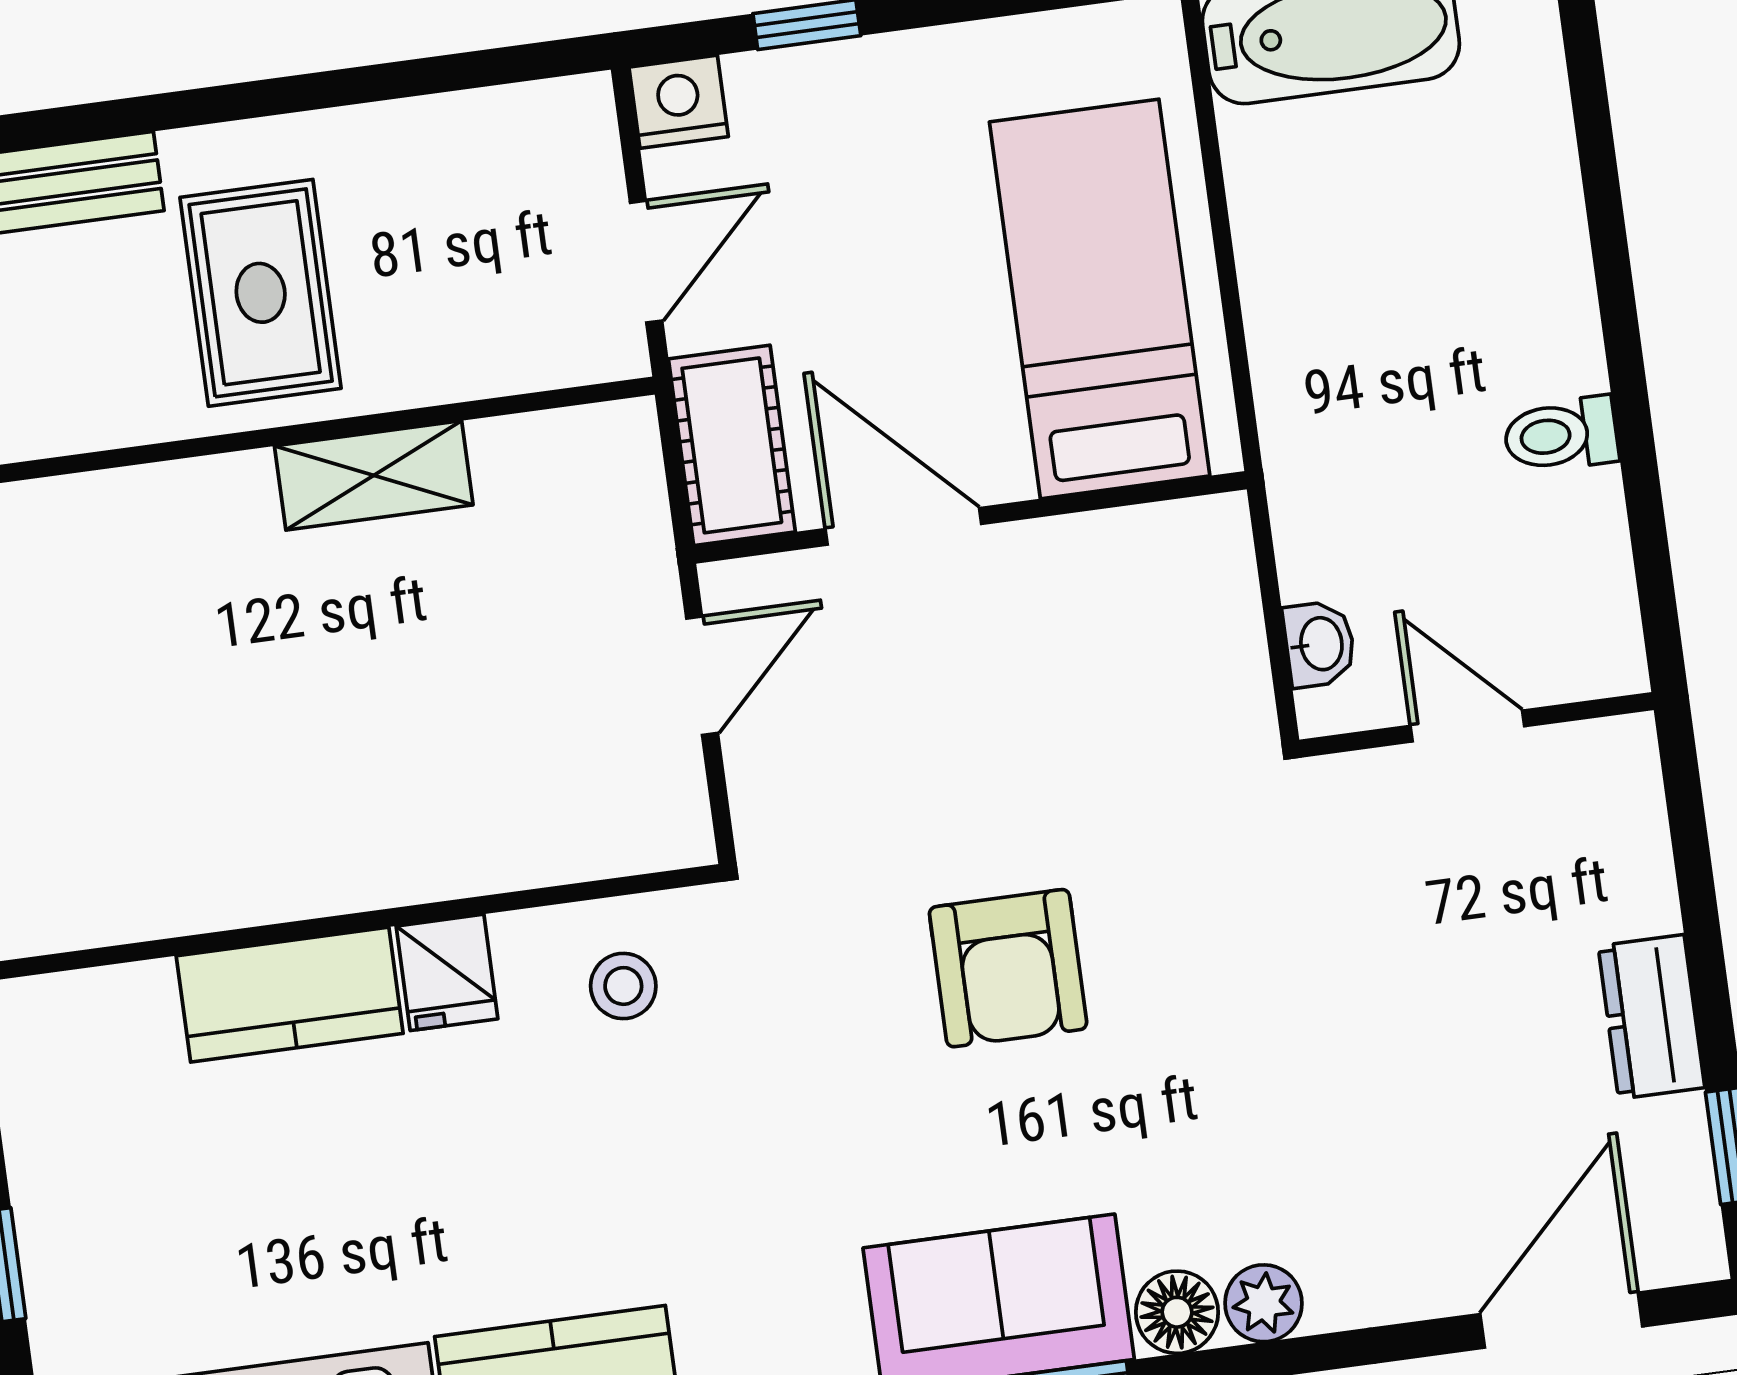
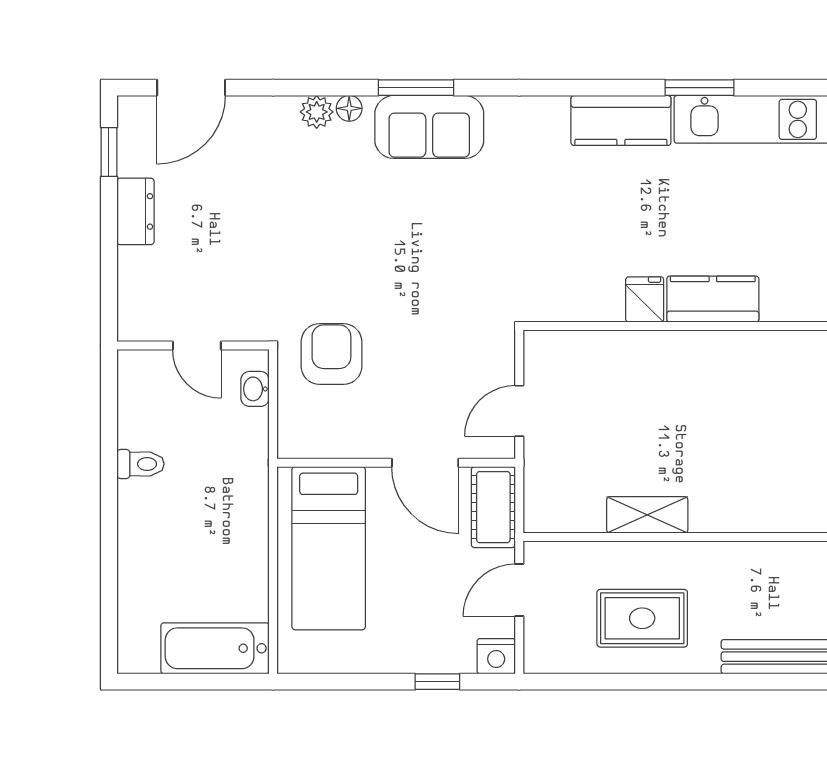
rug: (261, 293) -> (642, 618), moved, turned 90
armchair: (1008, 968) -> (331, 354), moved
stool: (623, 986) -> (571, 284), removed
floor lamp: (1177, 1312) -> (349, 108), width x0.73, depth x0.73

